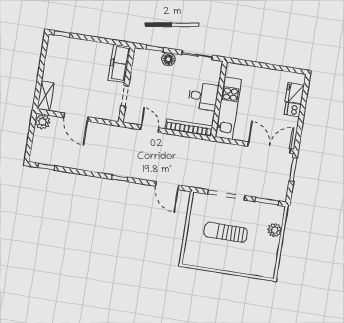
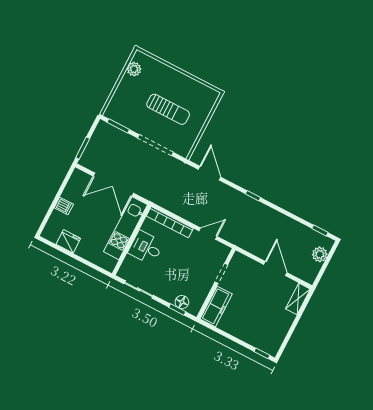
floor lamp: (168, 59) -> (182, 302), moved
fridge: (295, 93) -> (68, 241), moved, turned -90
plant: (43, 122) -> (320, 254), moved
door: (150, 129) -> (208, 234), swing flipped
double door: (269, 148) -> (113, 185), moved
plant: (275, 230) -> (134, 69), moved

